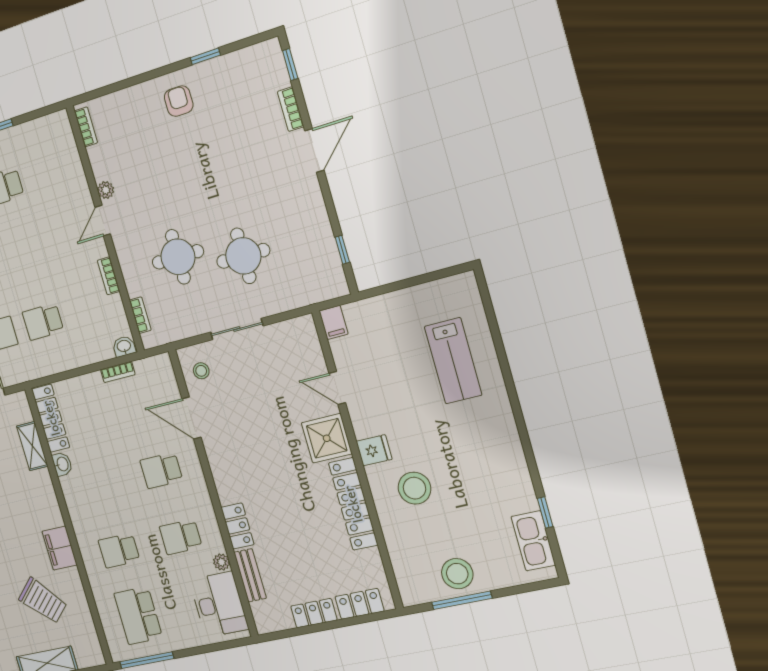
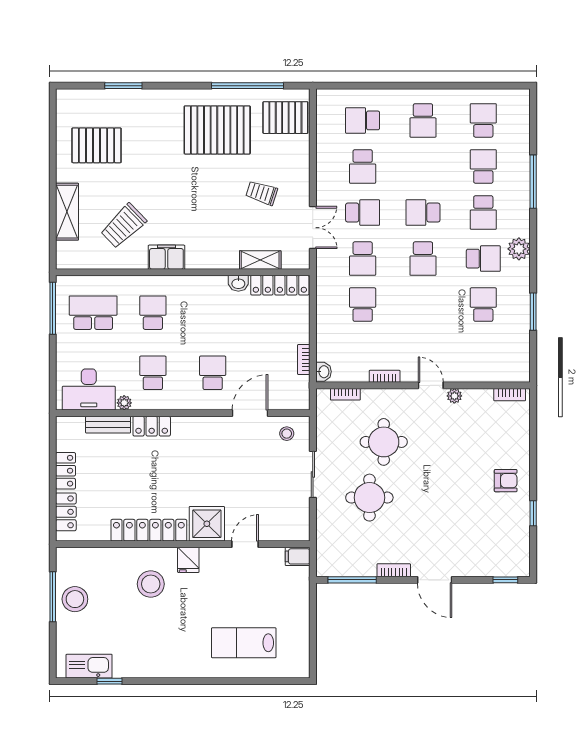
bookcase: (291, 109) -> (394, 570), moved
window: (342, 250) -> (352, 580), width x2.17

